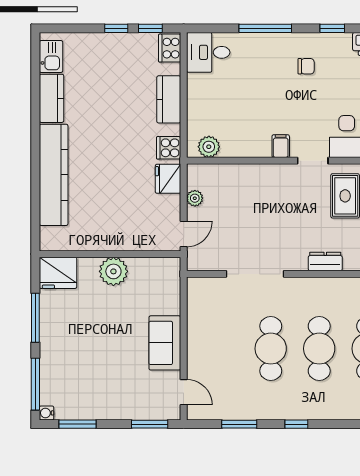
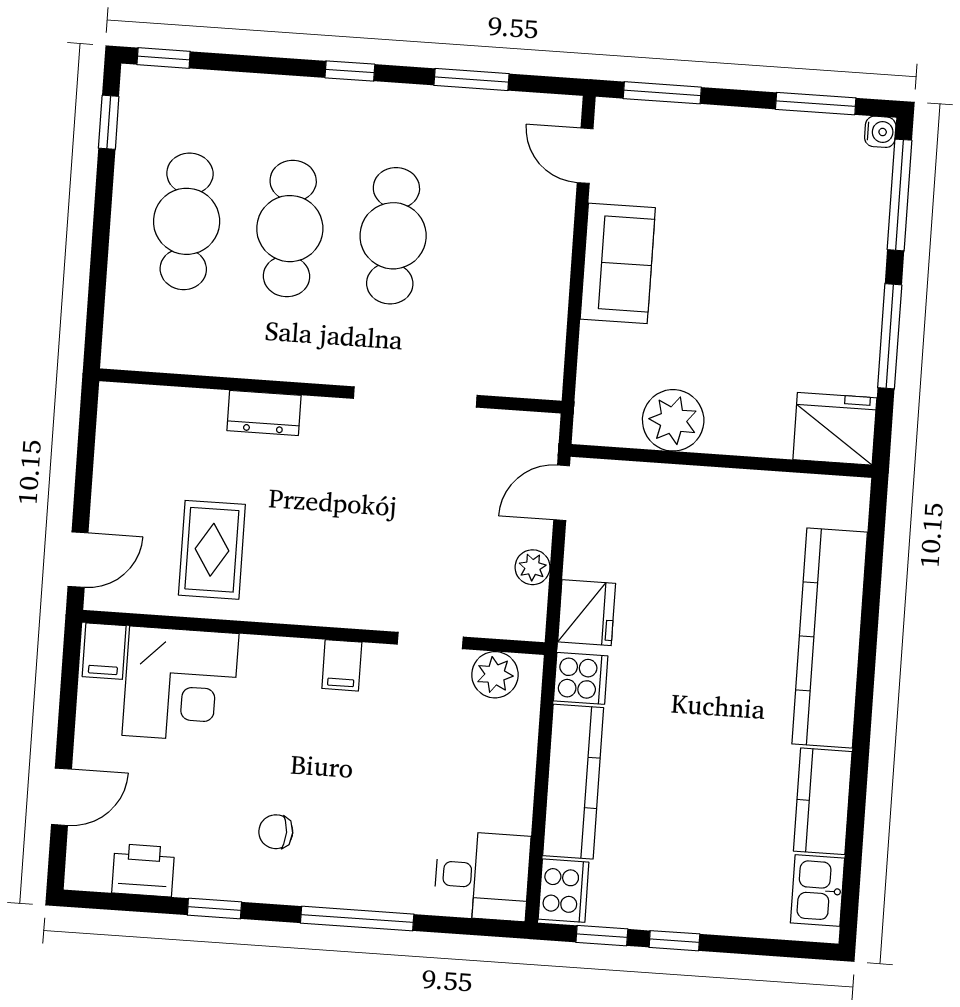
kitchen counter: (169, 99) -> (573, 782), width x1.50
doorway: (313, 161) -> (430, 641), moved
plant: (113, 271) -> (673, 420), moved

